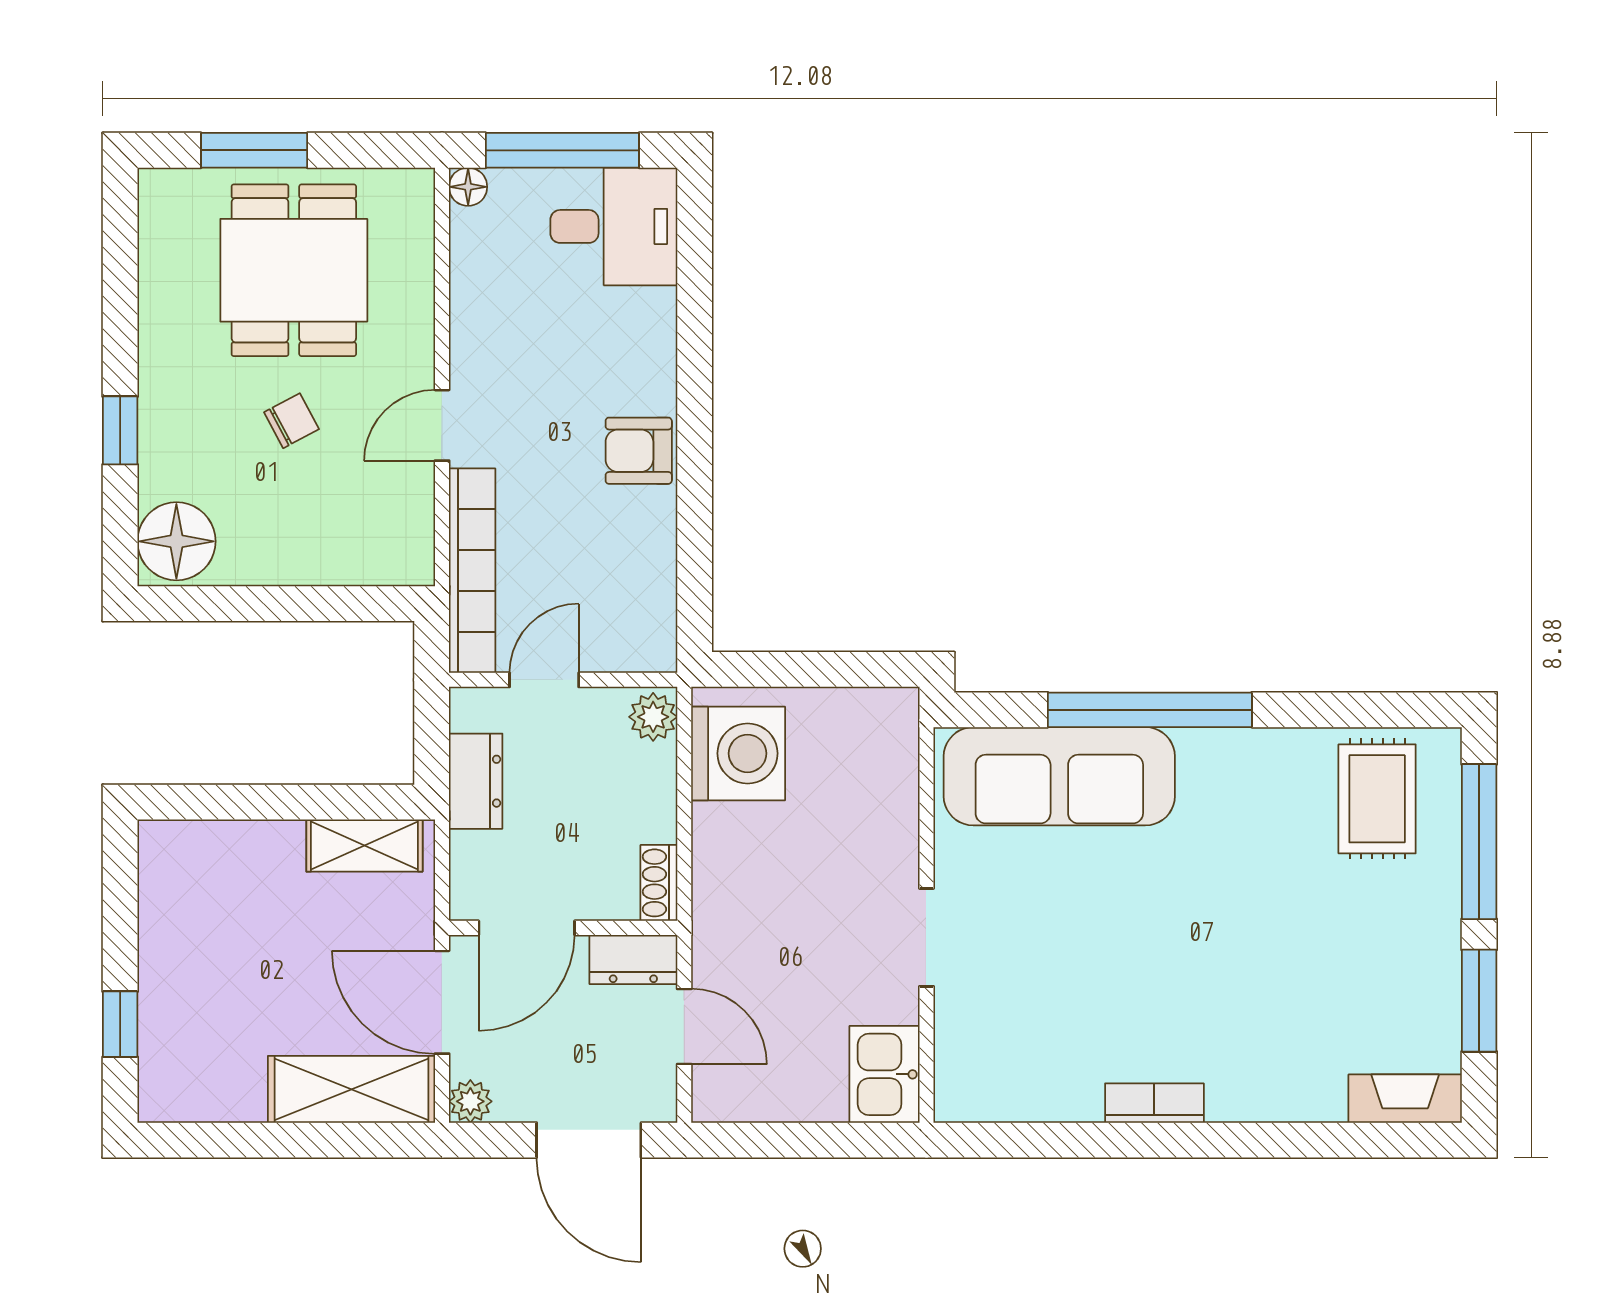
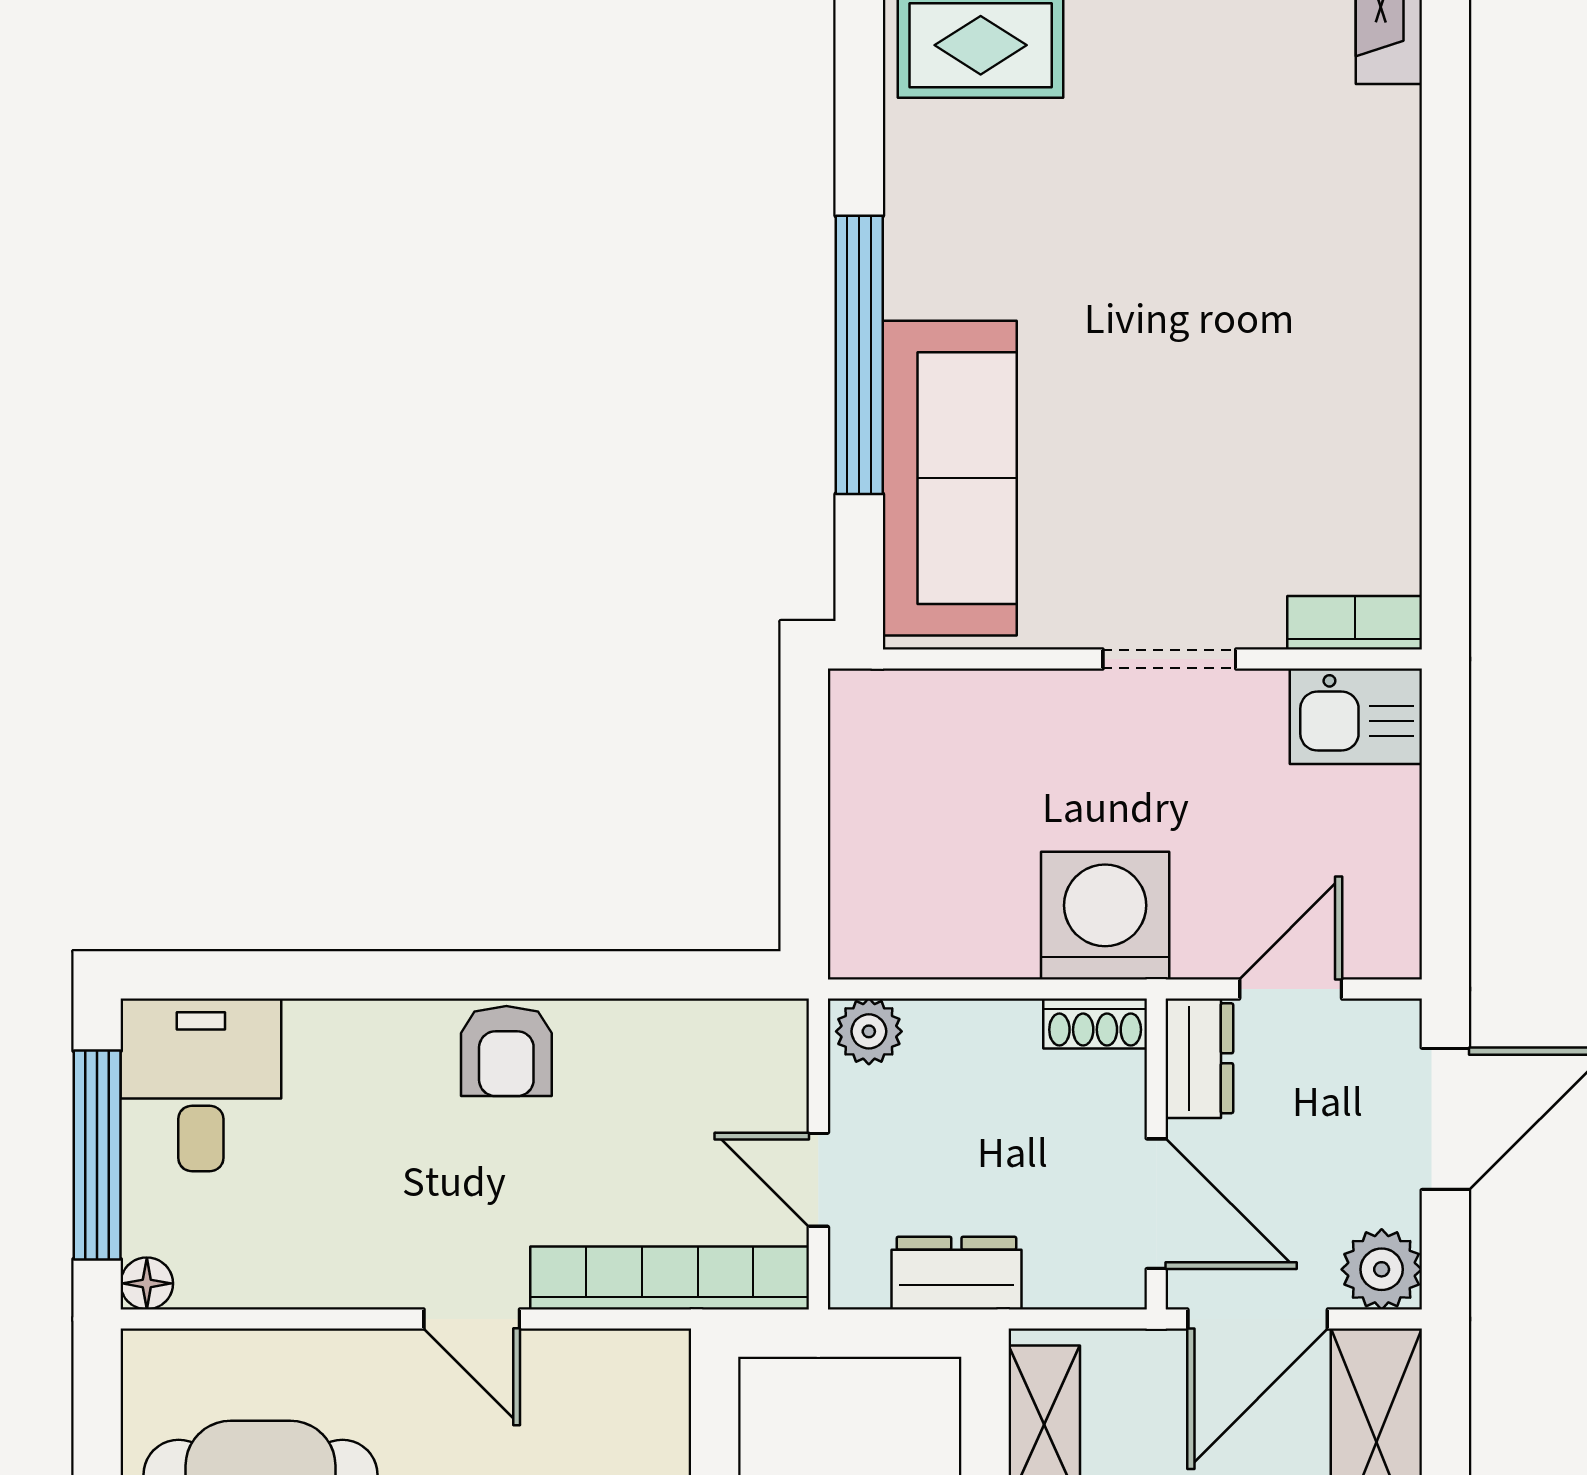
washing machine: (738, 753) -> (1105, 916), moved
plant: (470, 1101) -> (1382, 1269), width x1.38, depth x1.38
bookcase: (1154, 1103) -> (1355, 623), moved, turned 90

